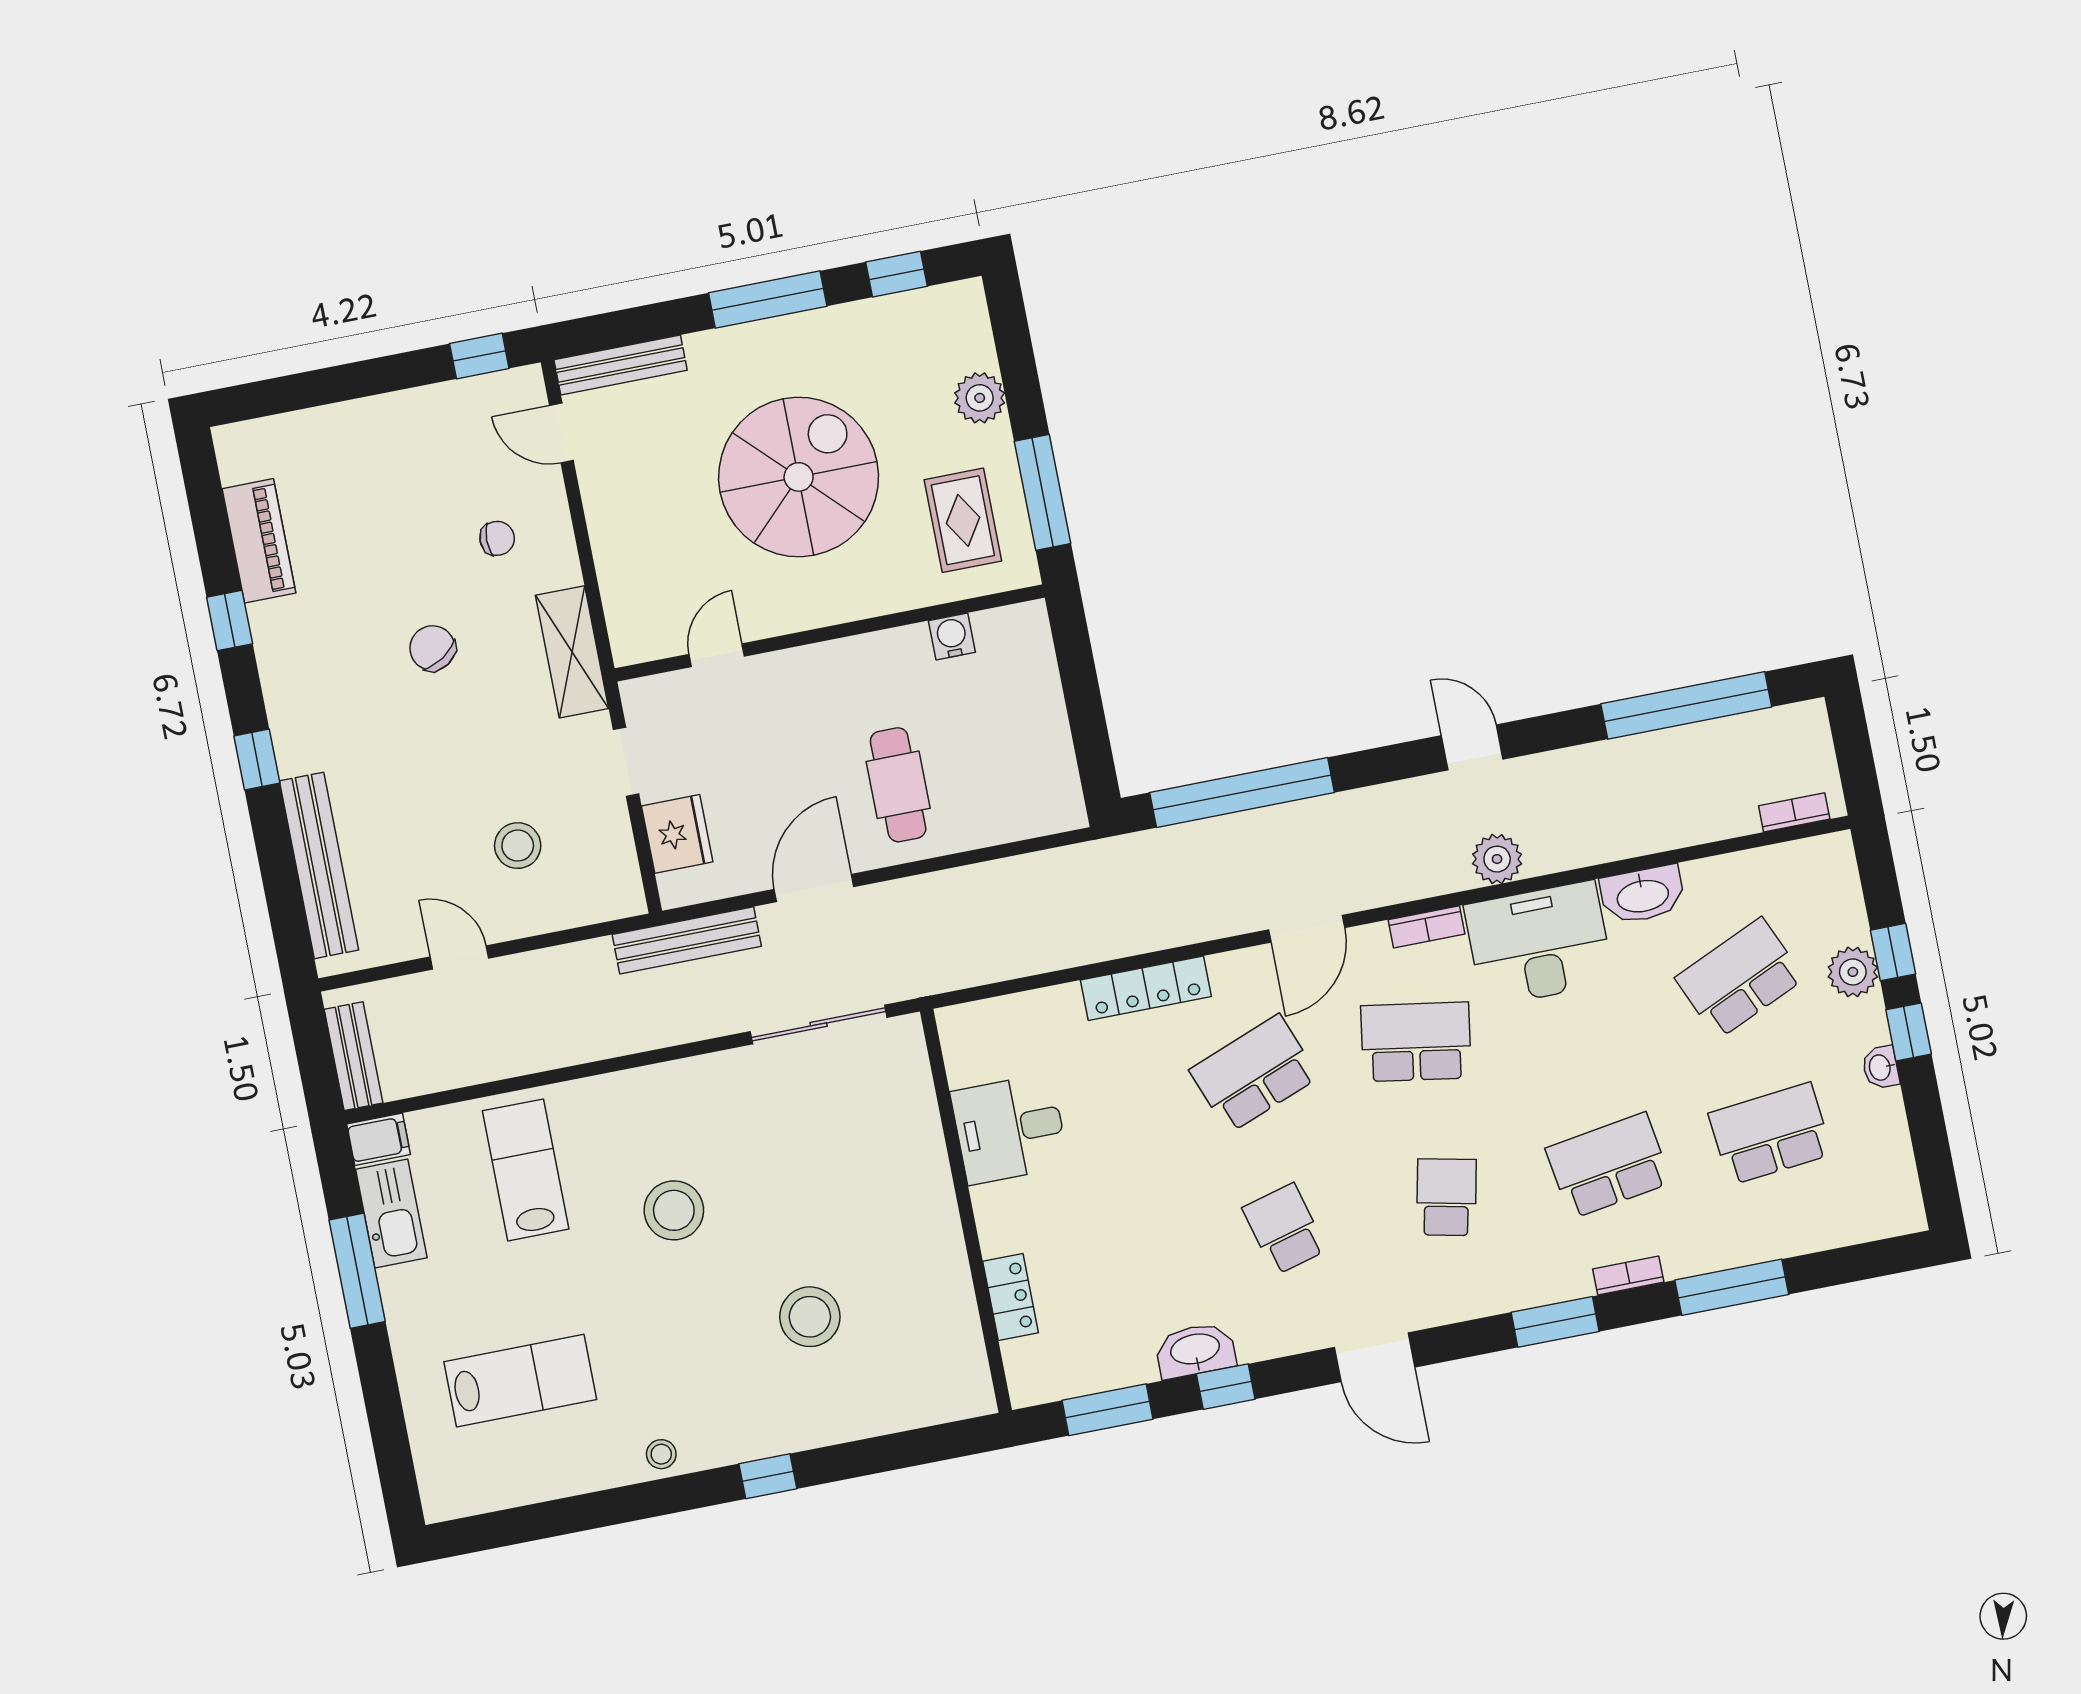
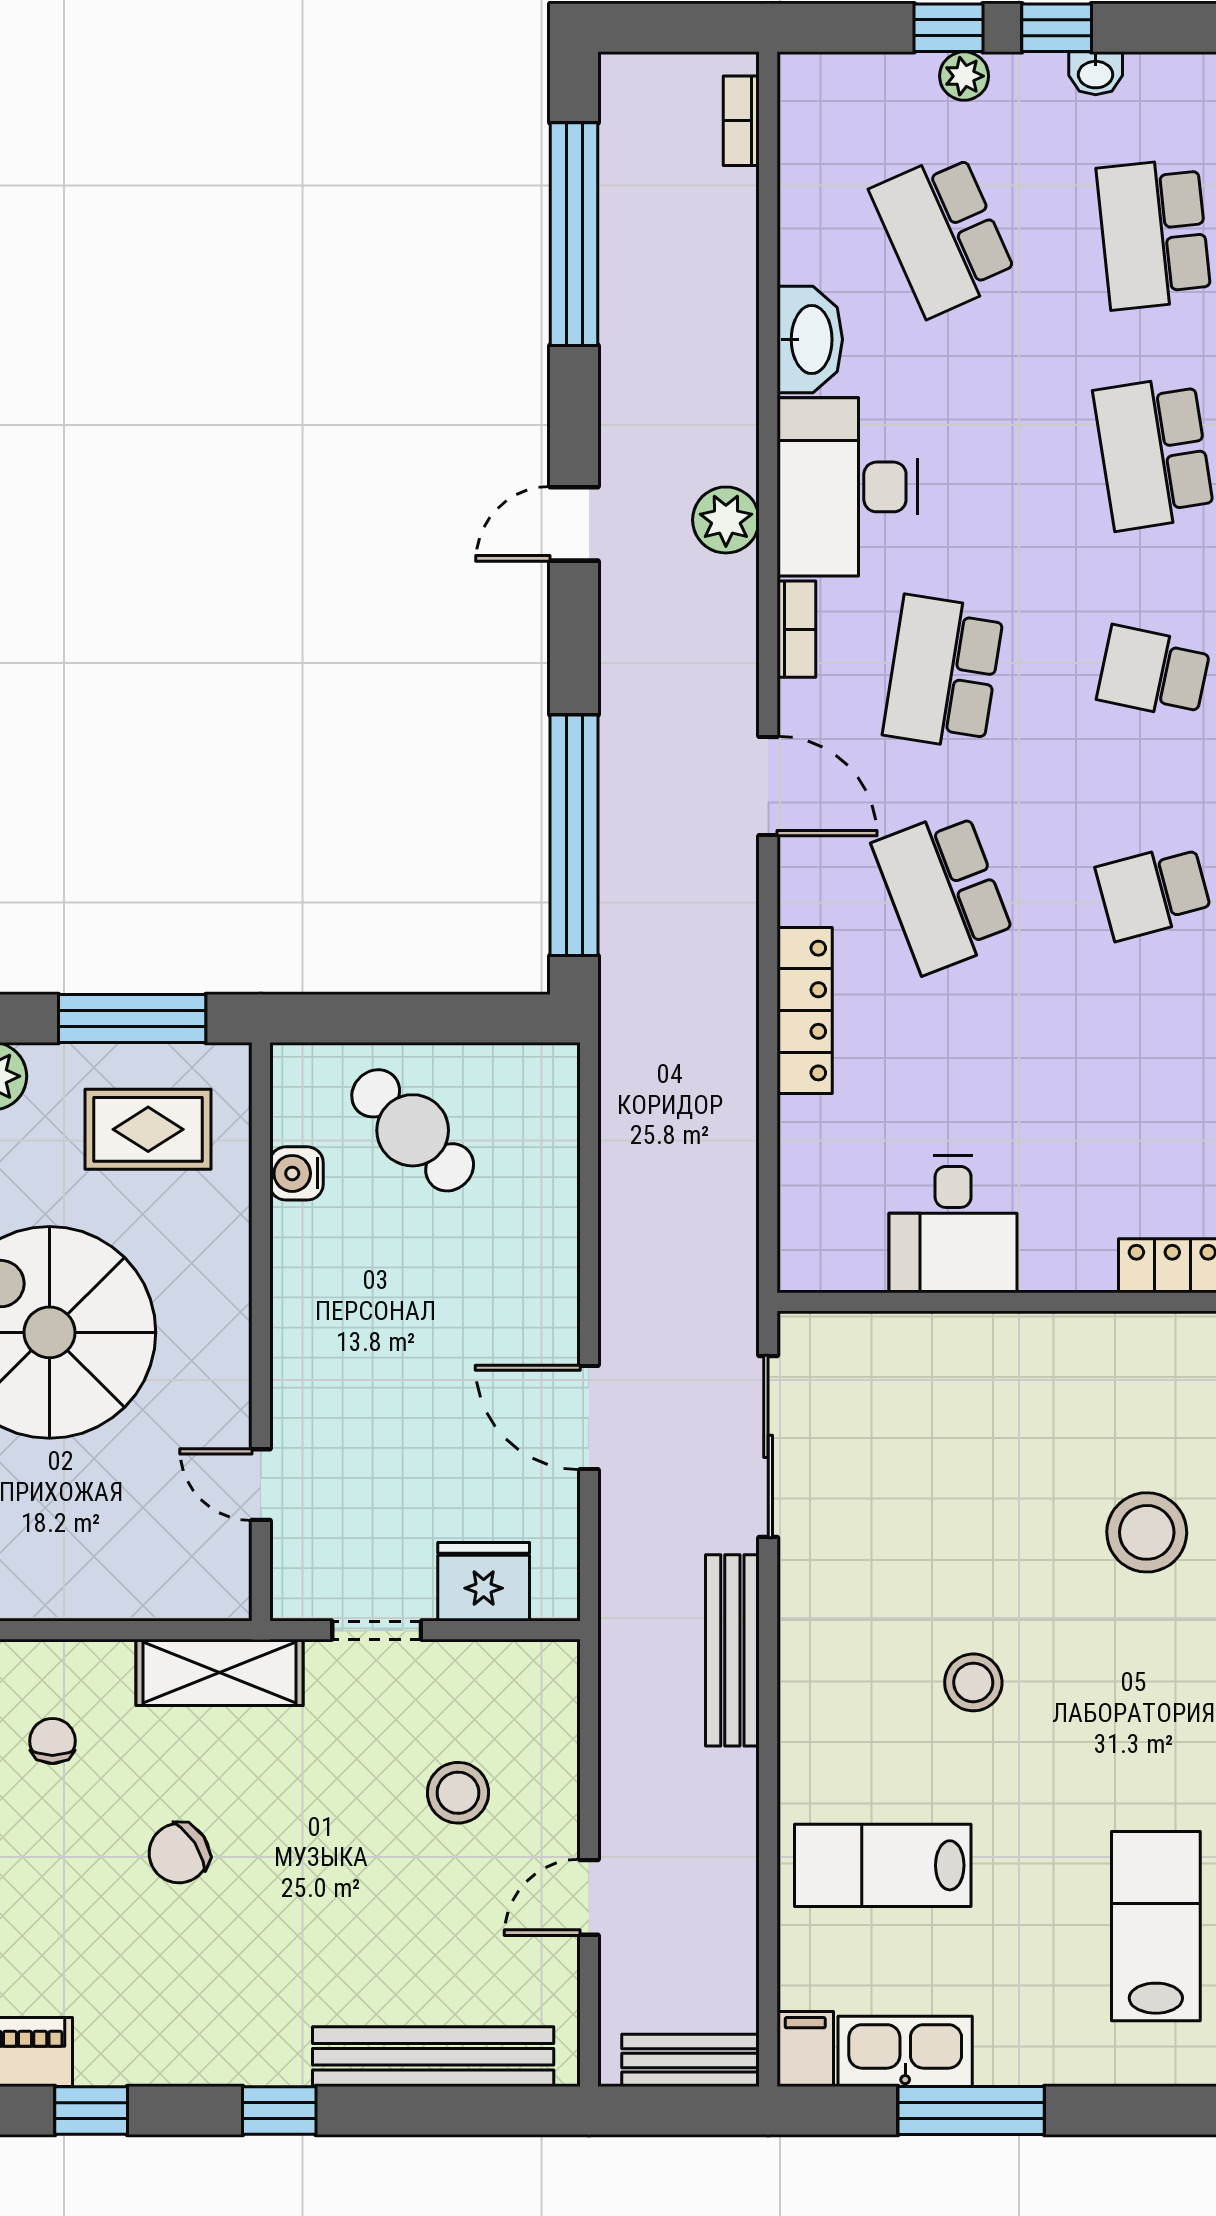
cafe table: (898, 785) -> (413, 1130), moved, turned 45
bench: (687, 940) -> (732, 1650), moved
plant: (1853, 972) -> (964, 76), width x0.73, depth x0.73
stool: (674, 1210) -> (973, 1682), width x0.73, depth x0.73

